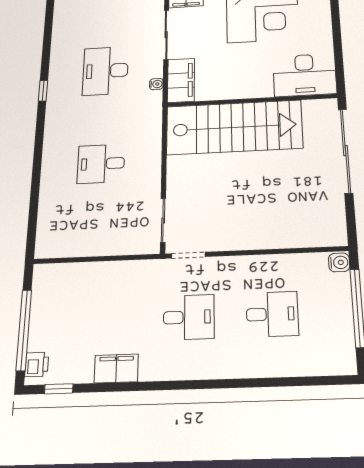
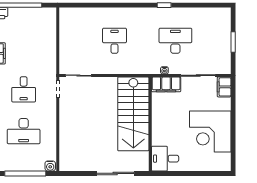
desk: (305, 75) -> (165, 159), width x0.73
sliding door: (346, 151) -> (115, 173), width x0.73
desk: (272, 314) -> (24, 131), width x1.37

